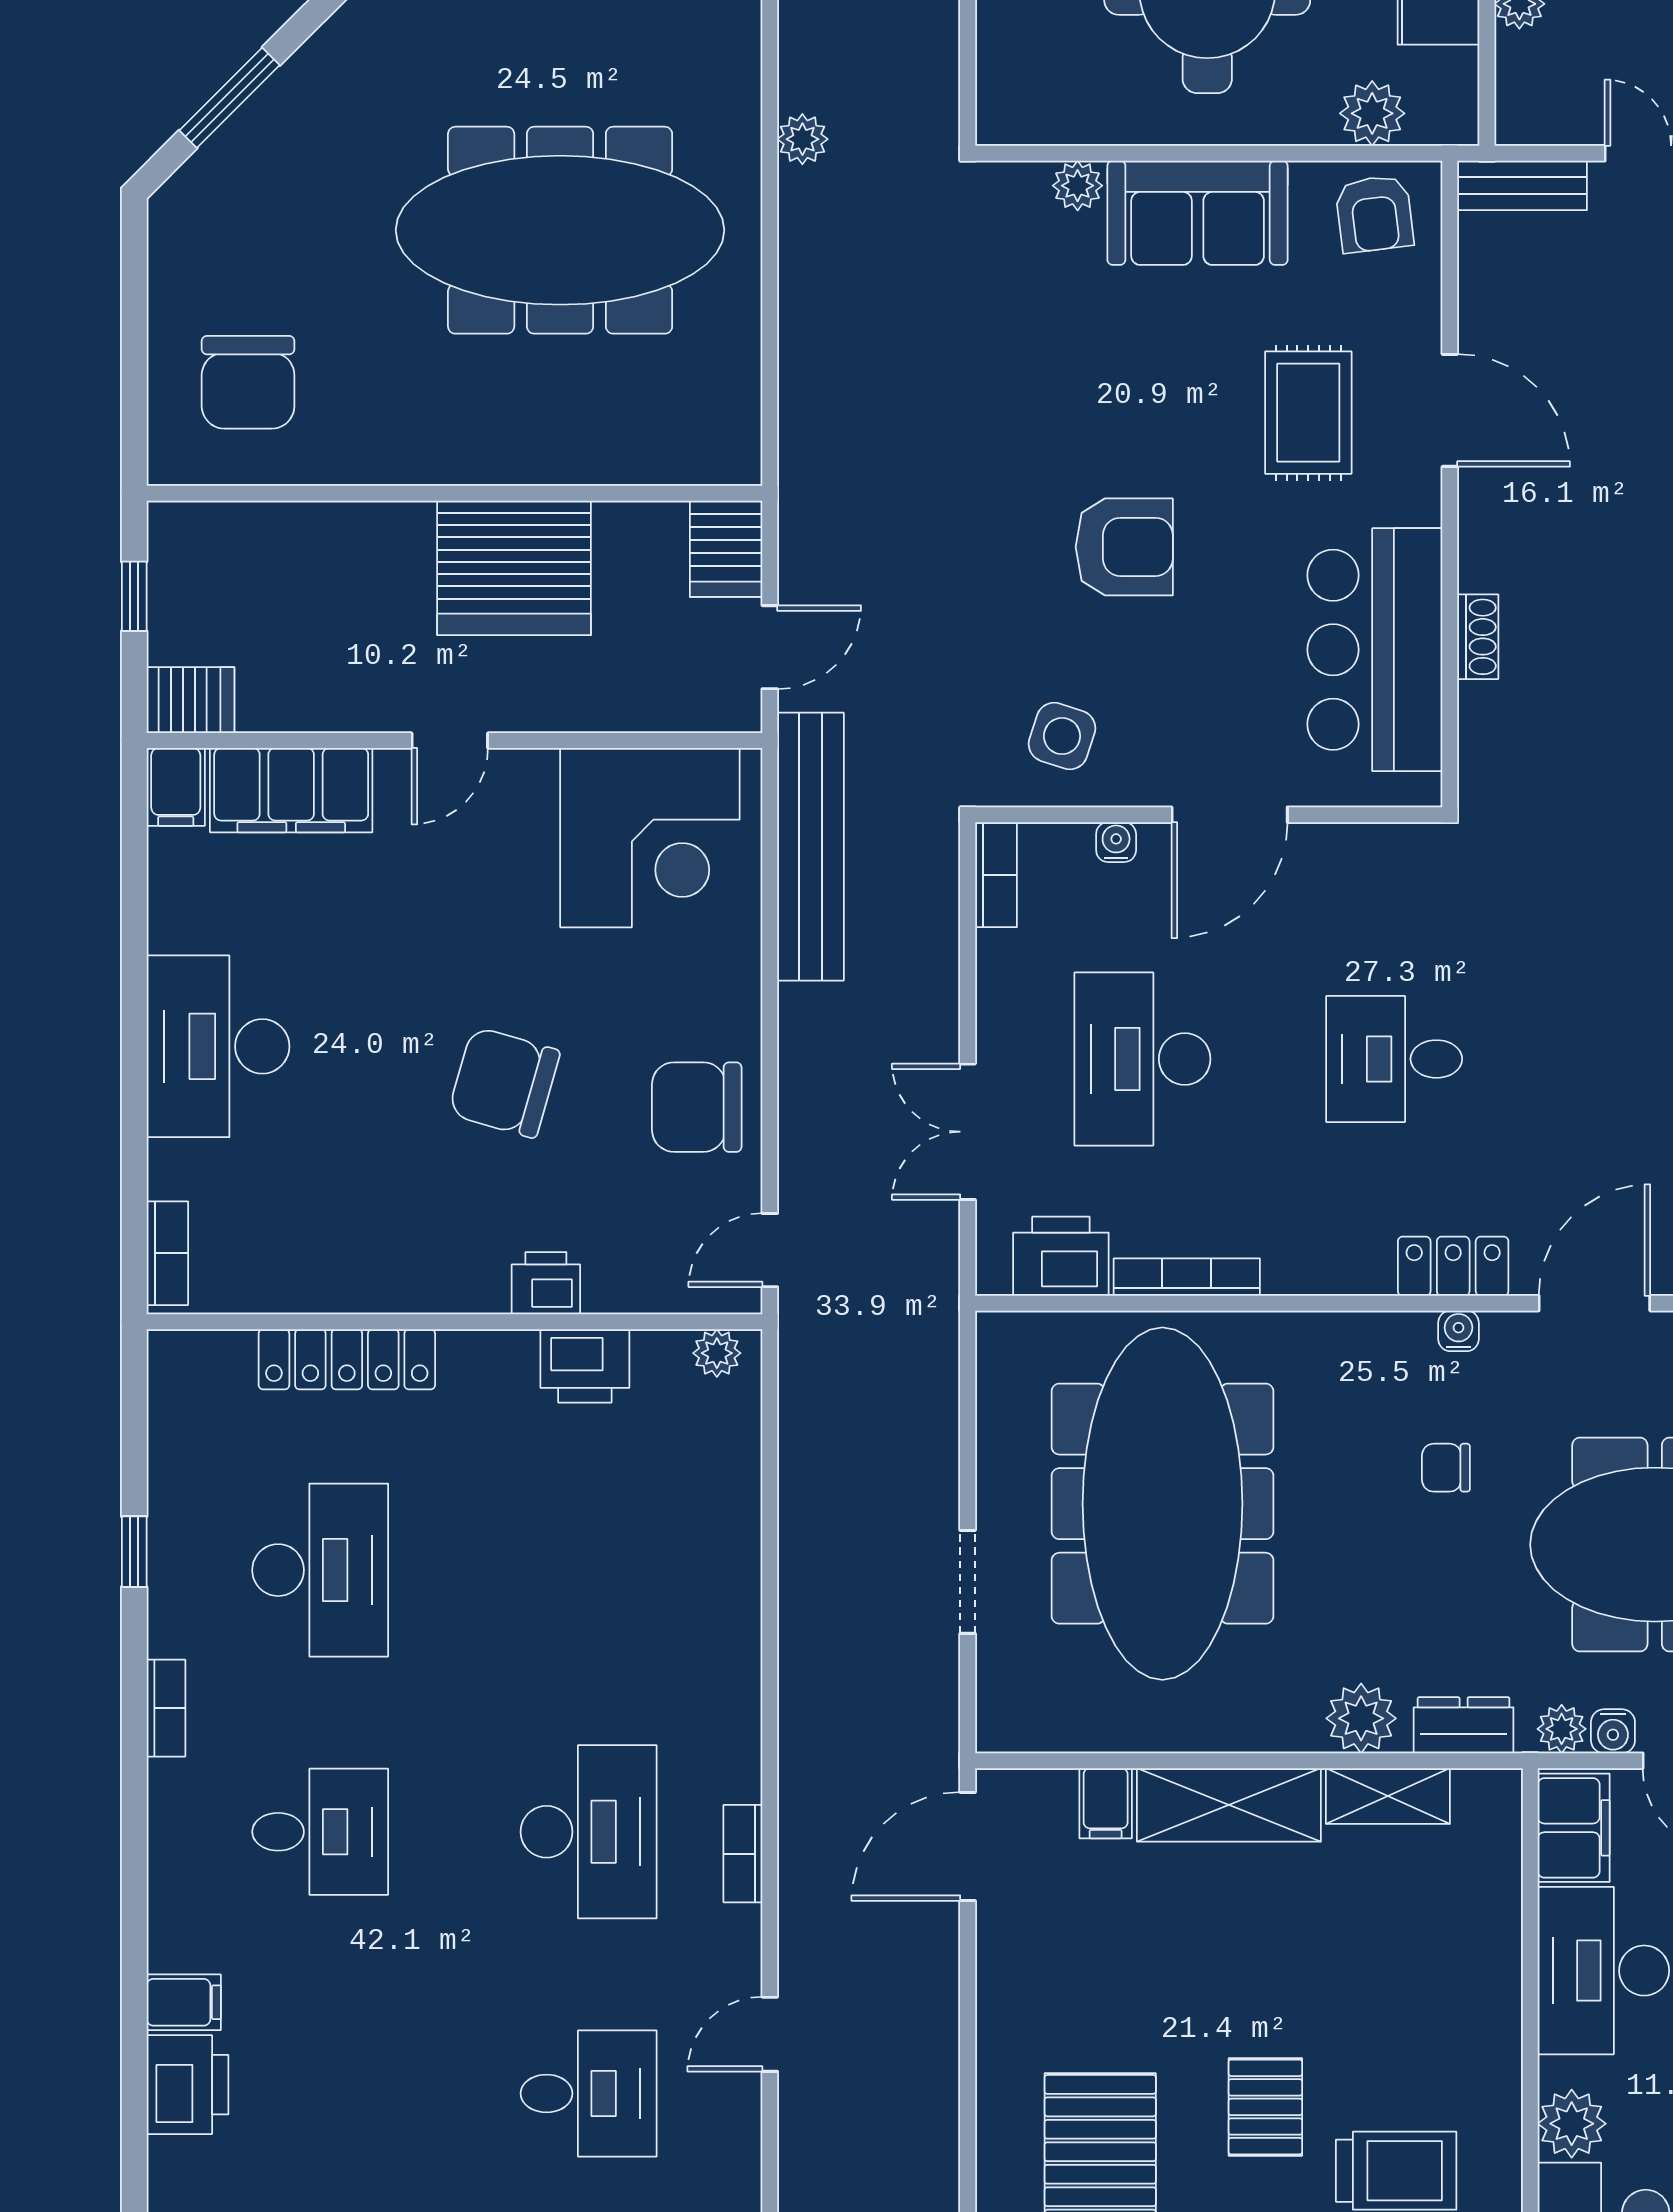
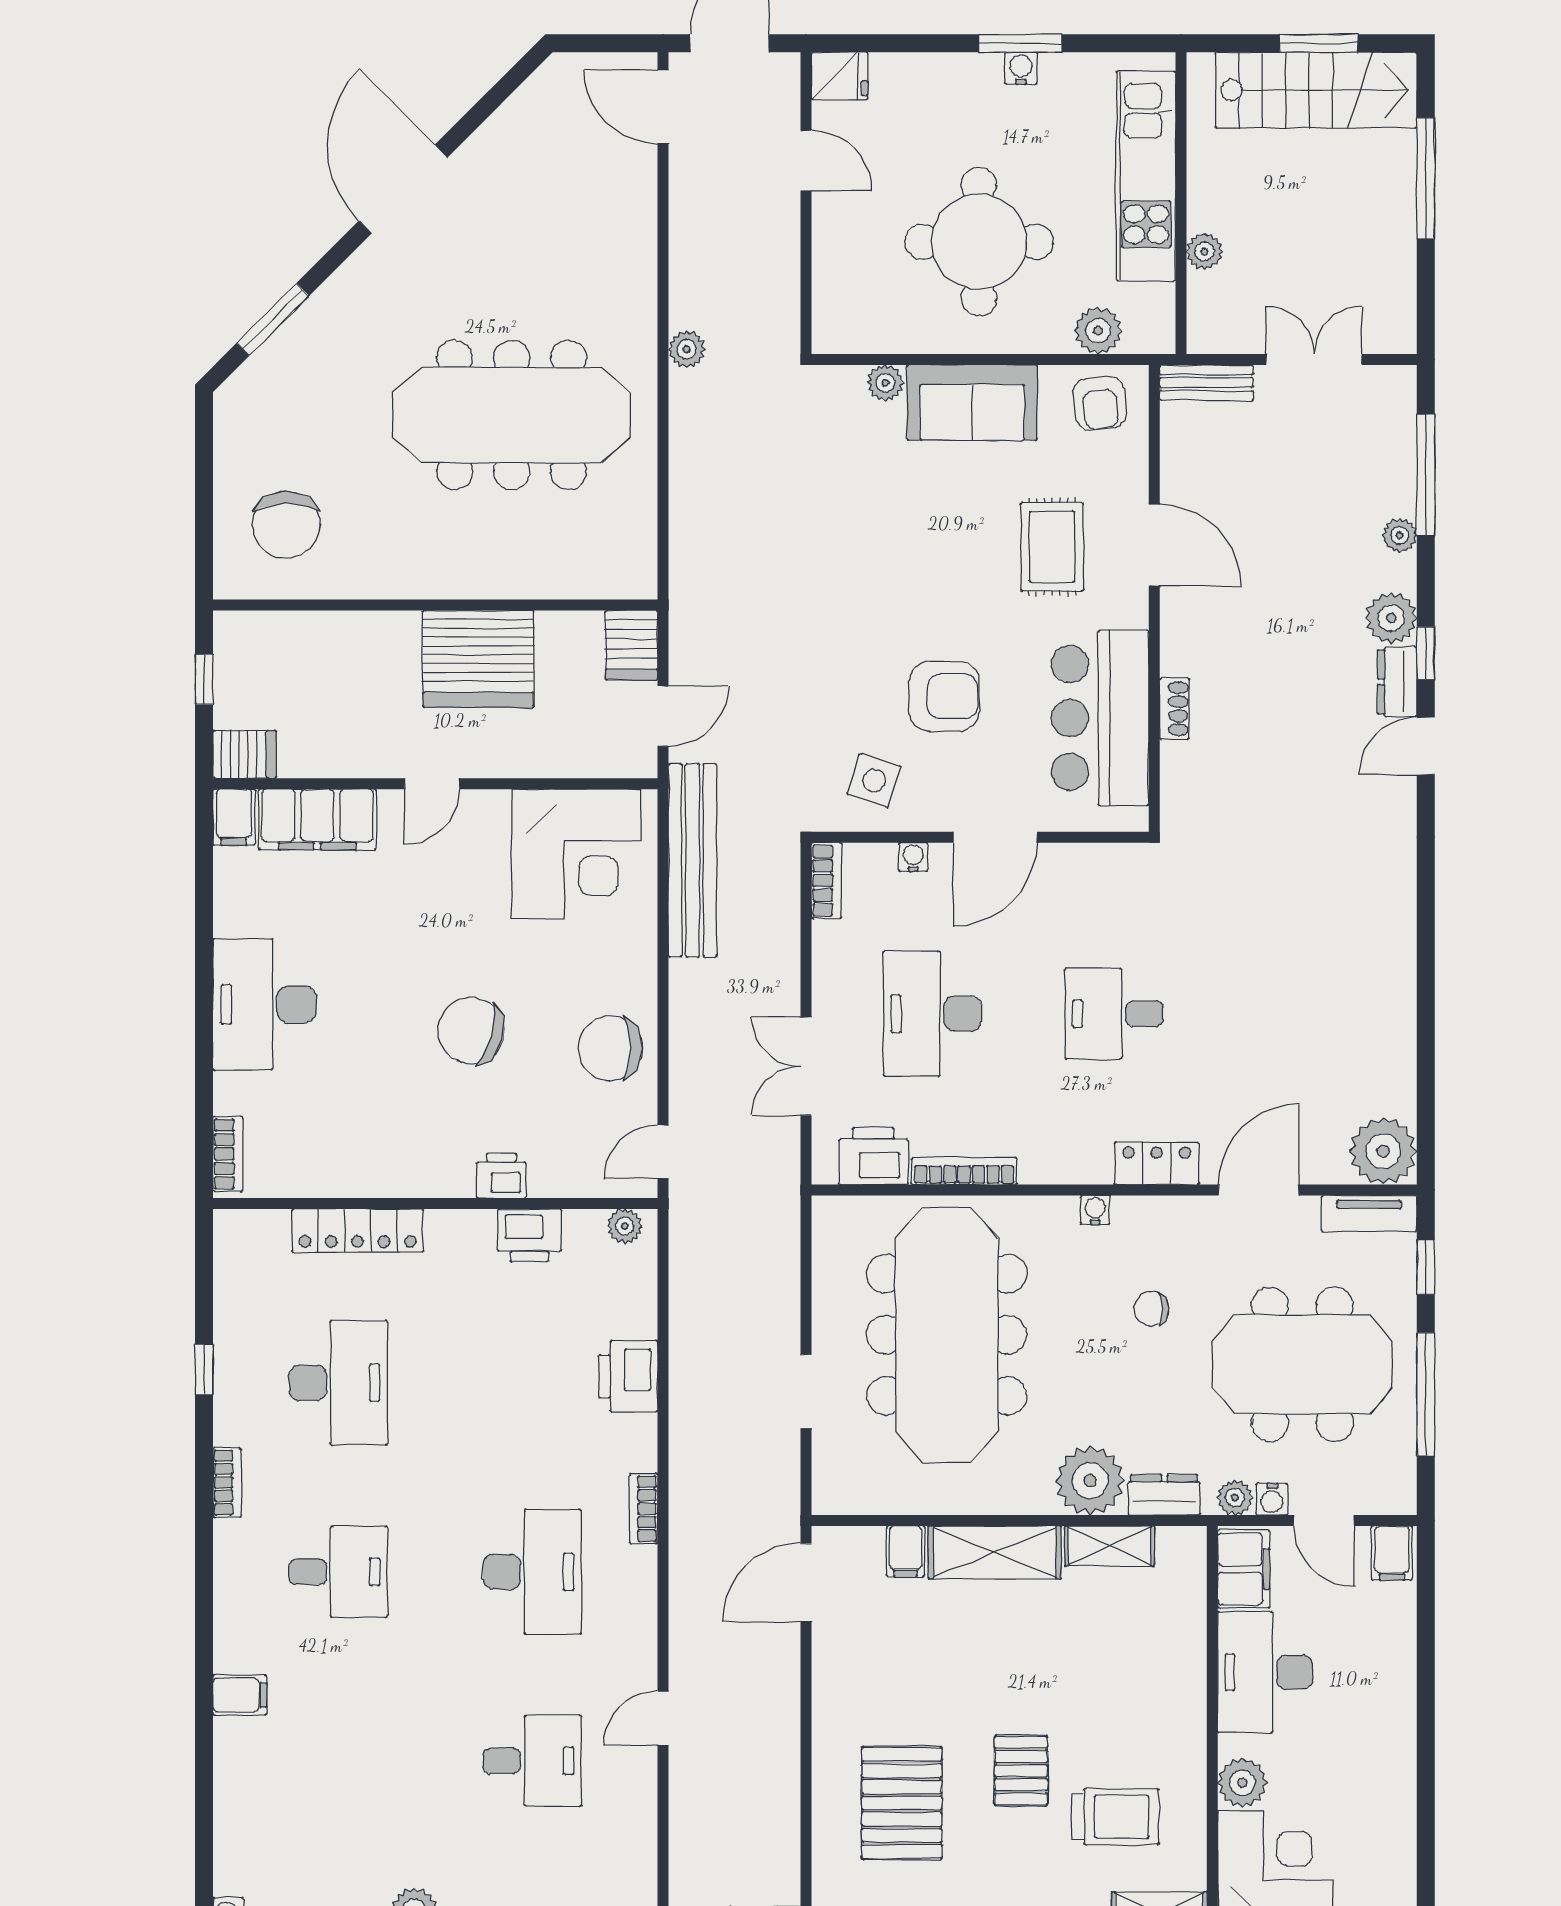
armchair: (1124, 547) -> (944, 696), moved
water cooler: (1458, 1331) -> (1095, 1210), moved
plant: (1361, 1718) -> (1090, 1481), width x1.36, depth x1.36
bookcase: (743, 1854) -> (644, 1509), moved
printer: (187, 2085) -> (628, 1376), moved, turned 180

